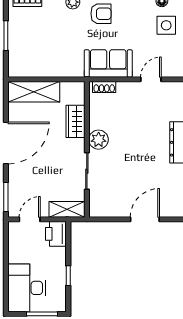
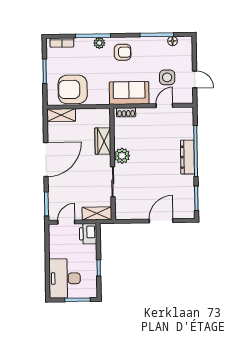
side table: (166, 25) -> (167, 77), moved
armchair: (40, 58) -> (73, 89), added
shelving: (34, 92) -> (61, 115), width x0.67, depth x0.75

